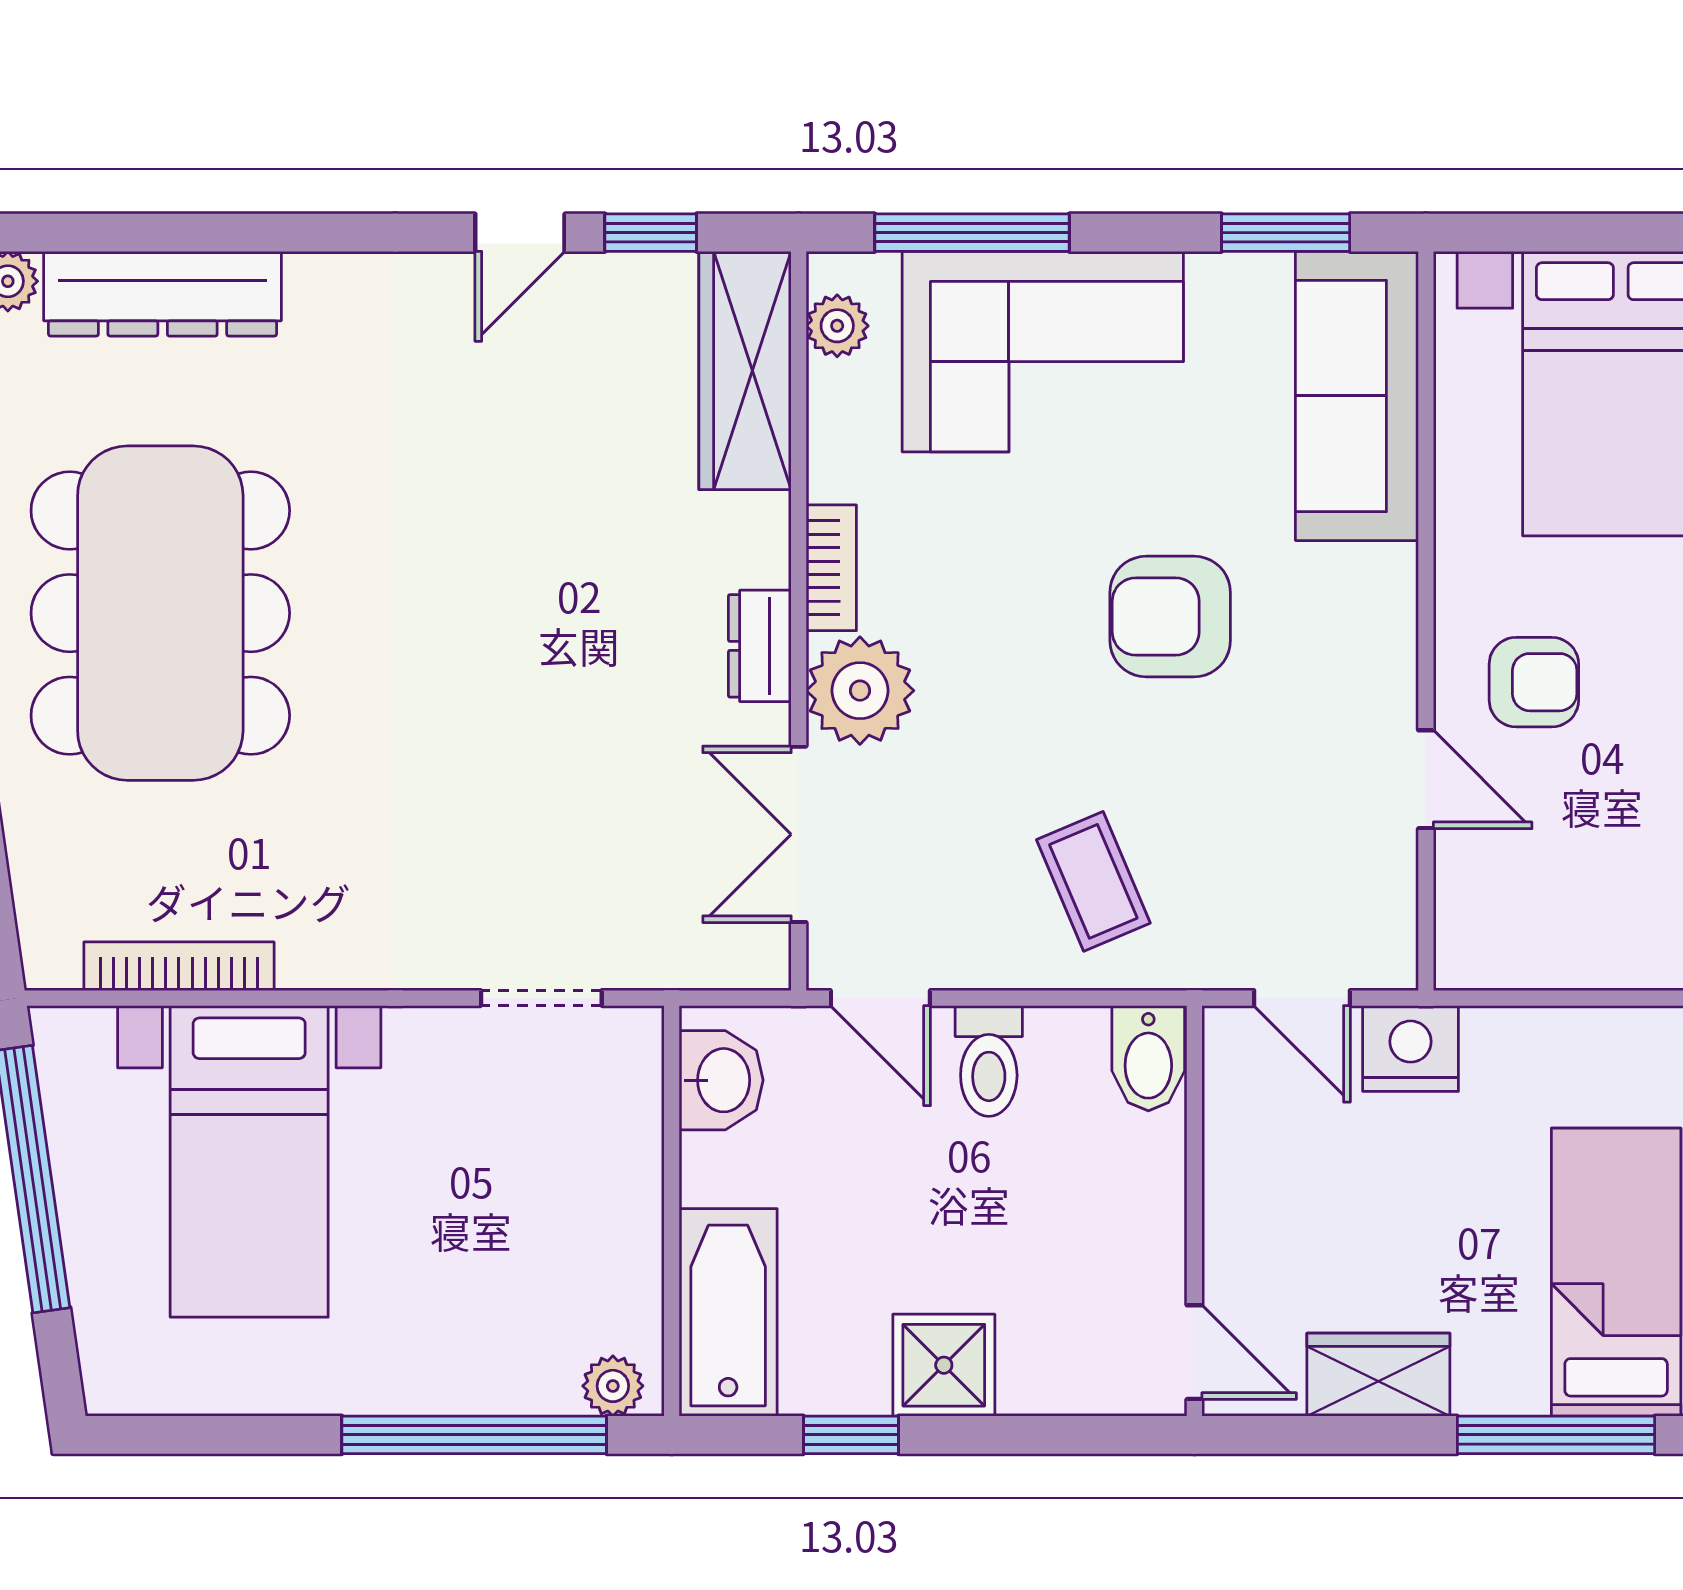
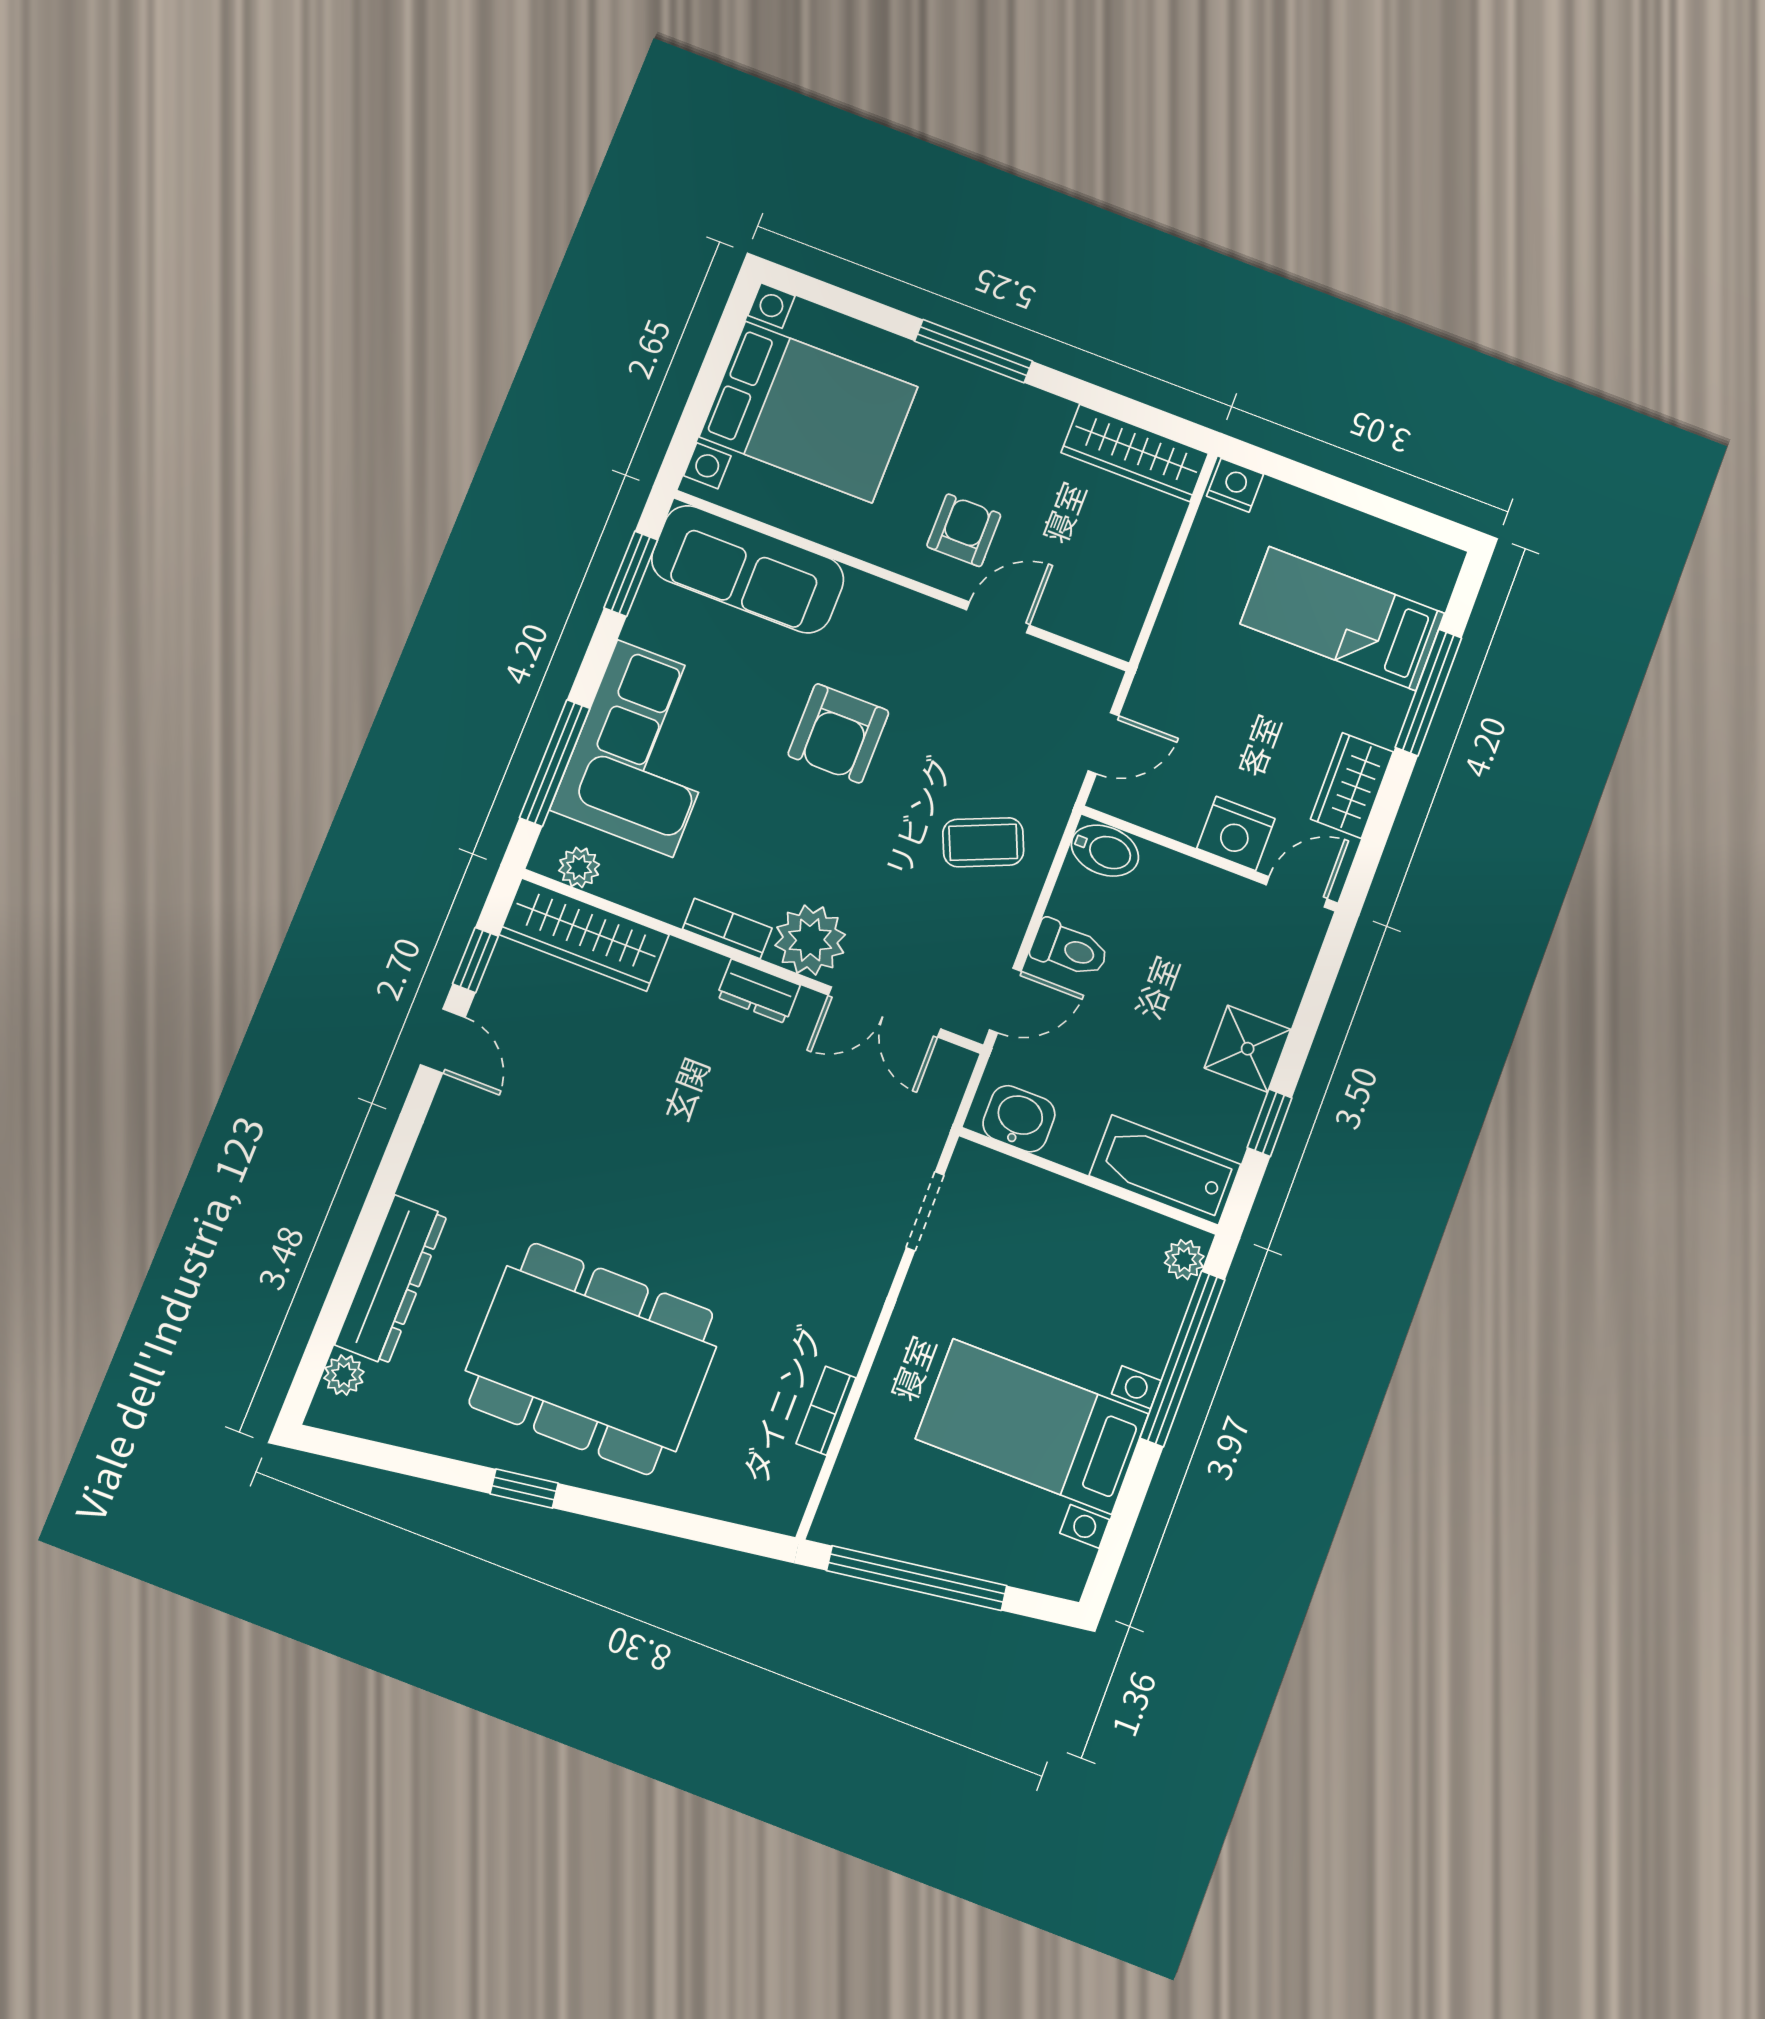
bookcase: (179, 966) -> (826, 1411), width x0.64
nightstand: (1411, 1048) -> (1236, 834), moved, turned -90
bed with nightstands: (249, 1161) -> (1032, 1426), moved, turned 180

